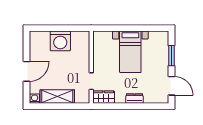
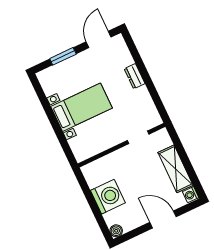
boiler: (34, 35) -> (116, 231), added
wardrobe: (104, 97) -> (150, 114), removed

